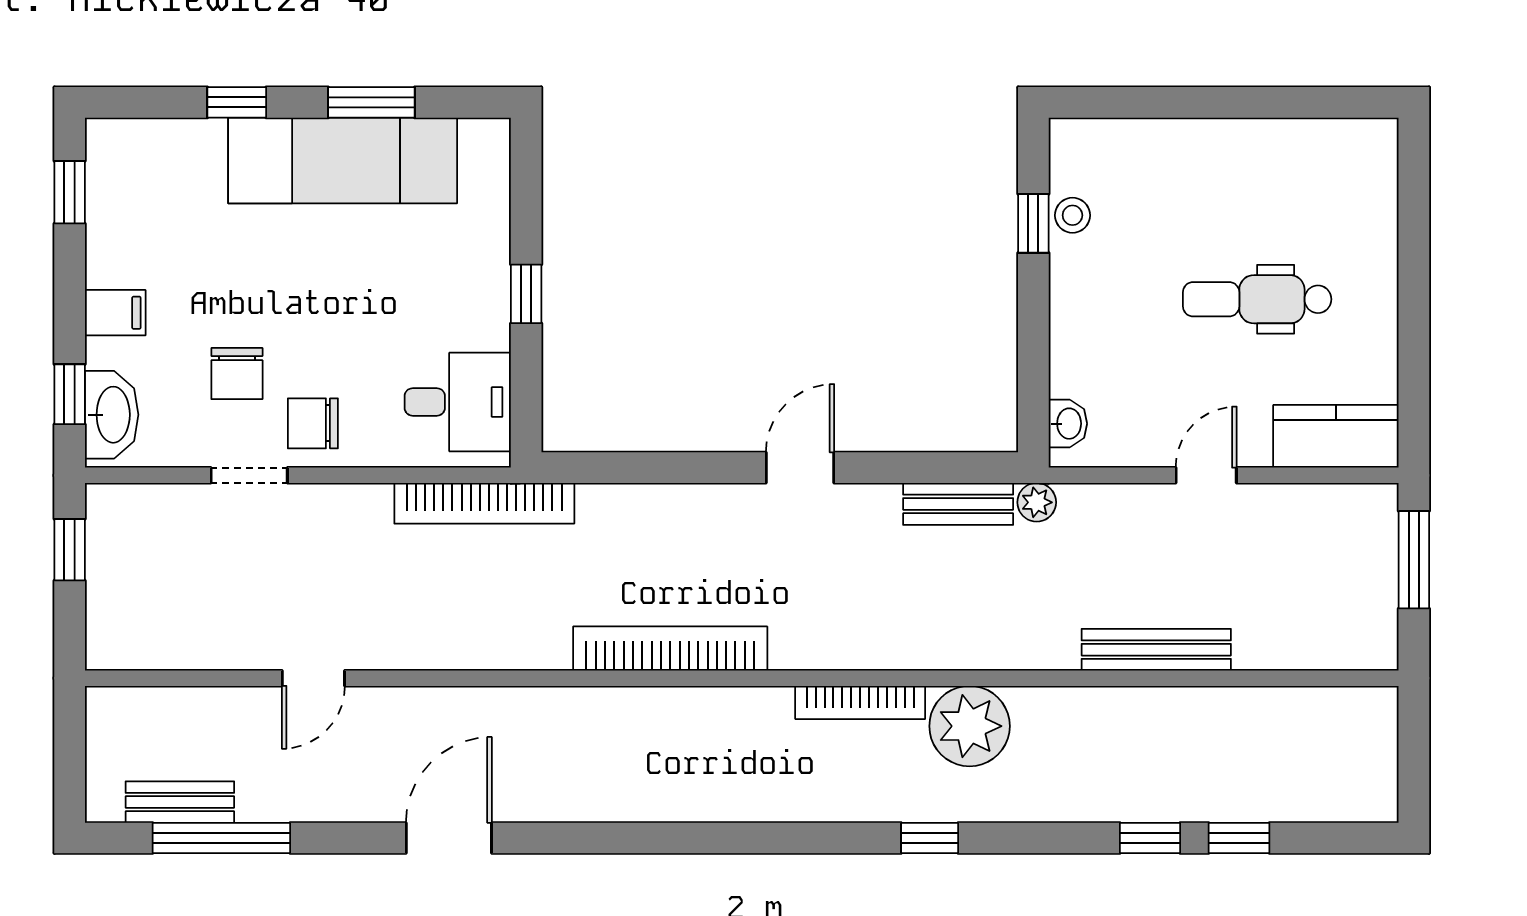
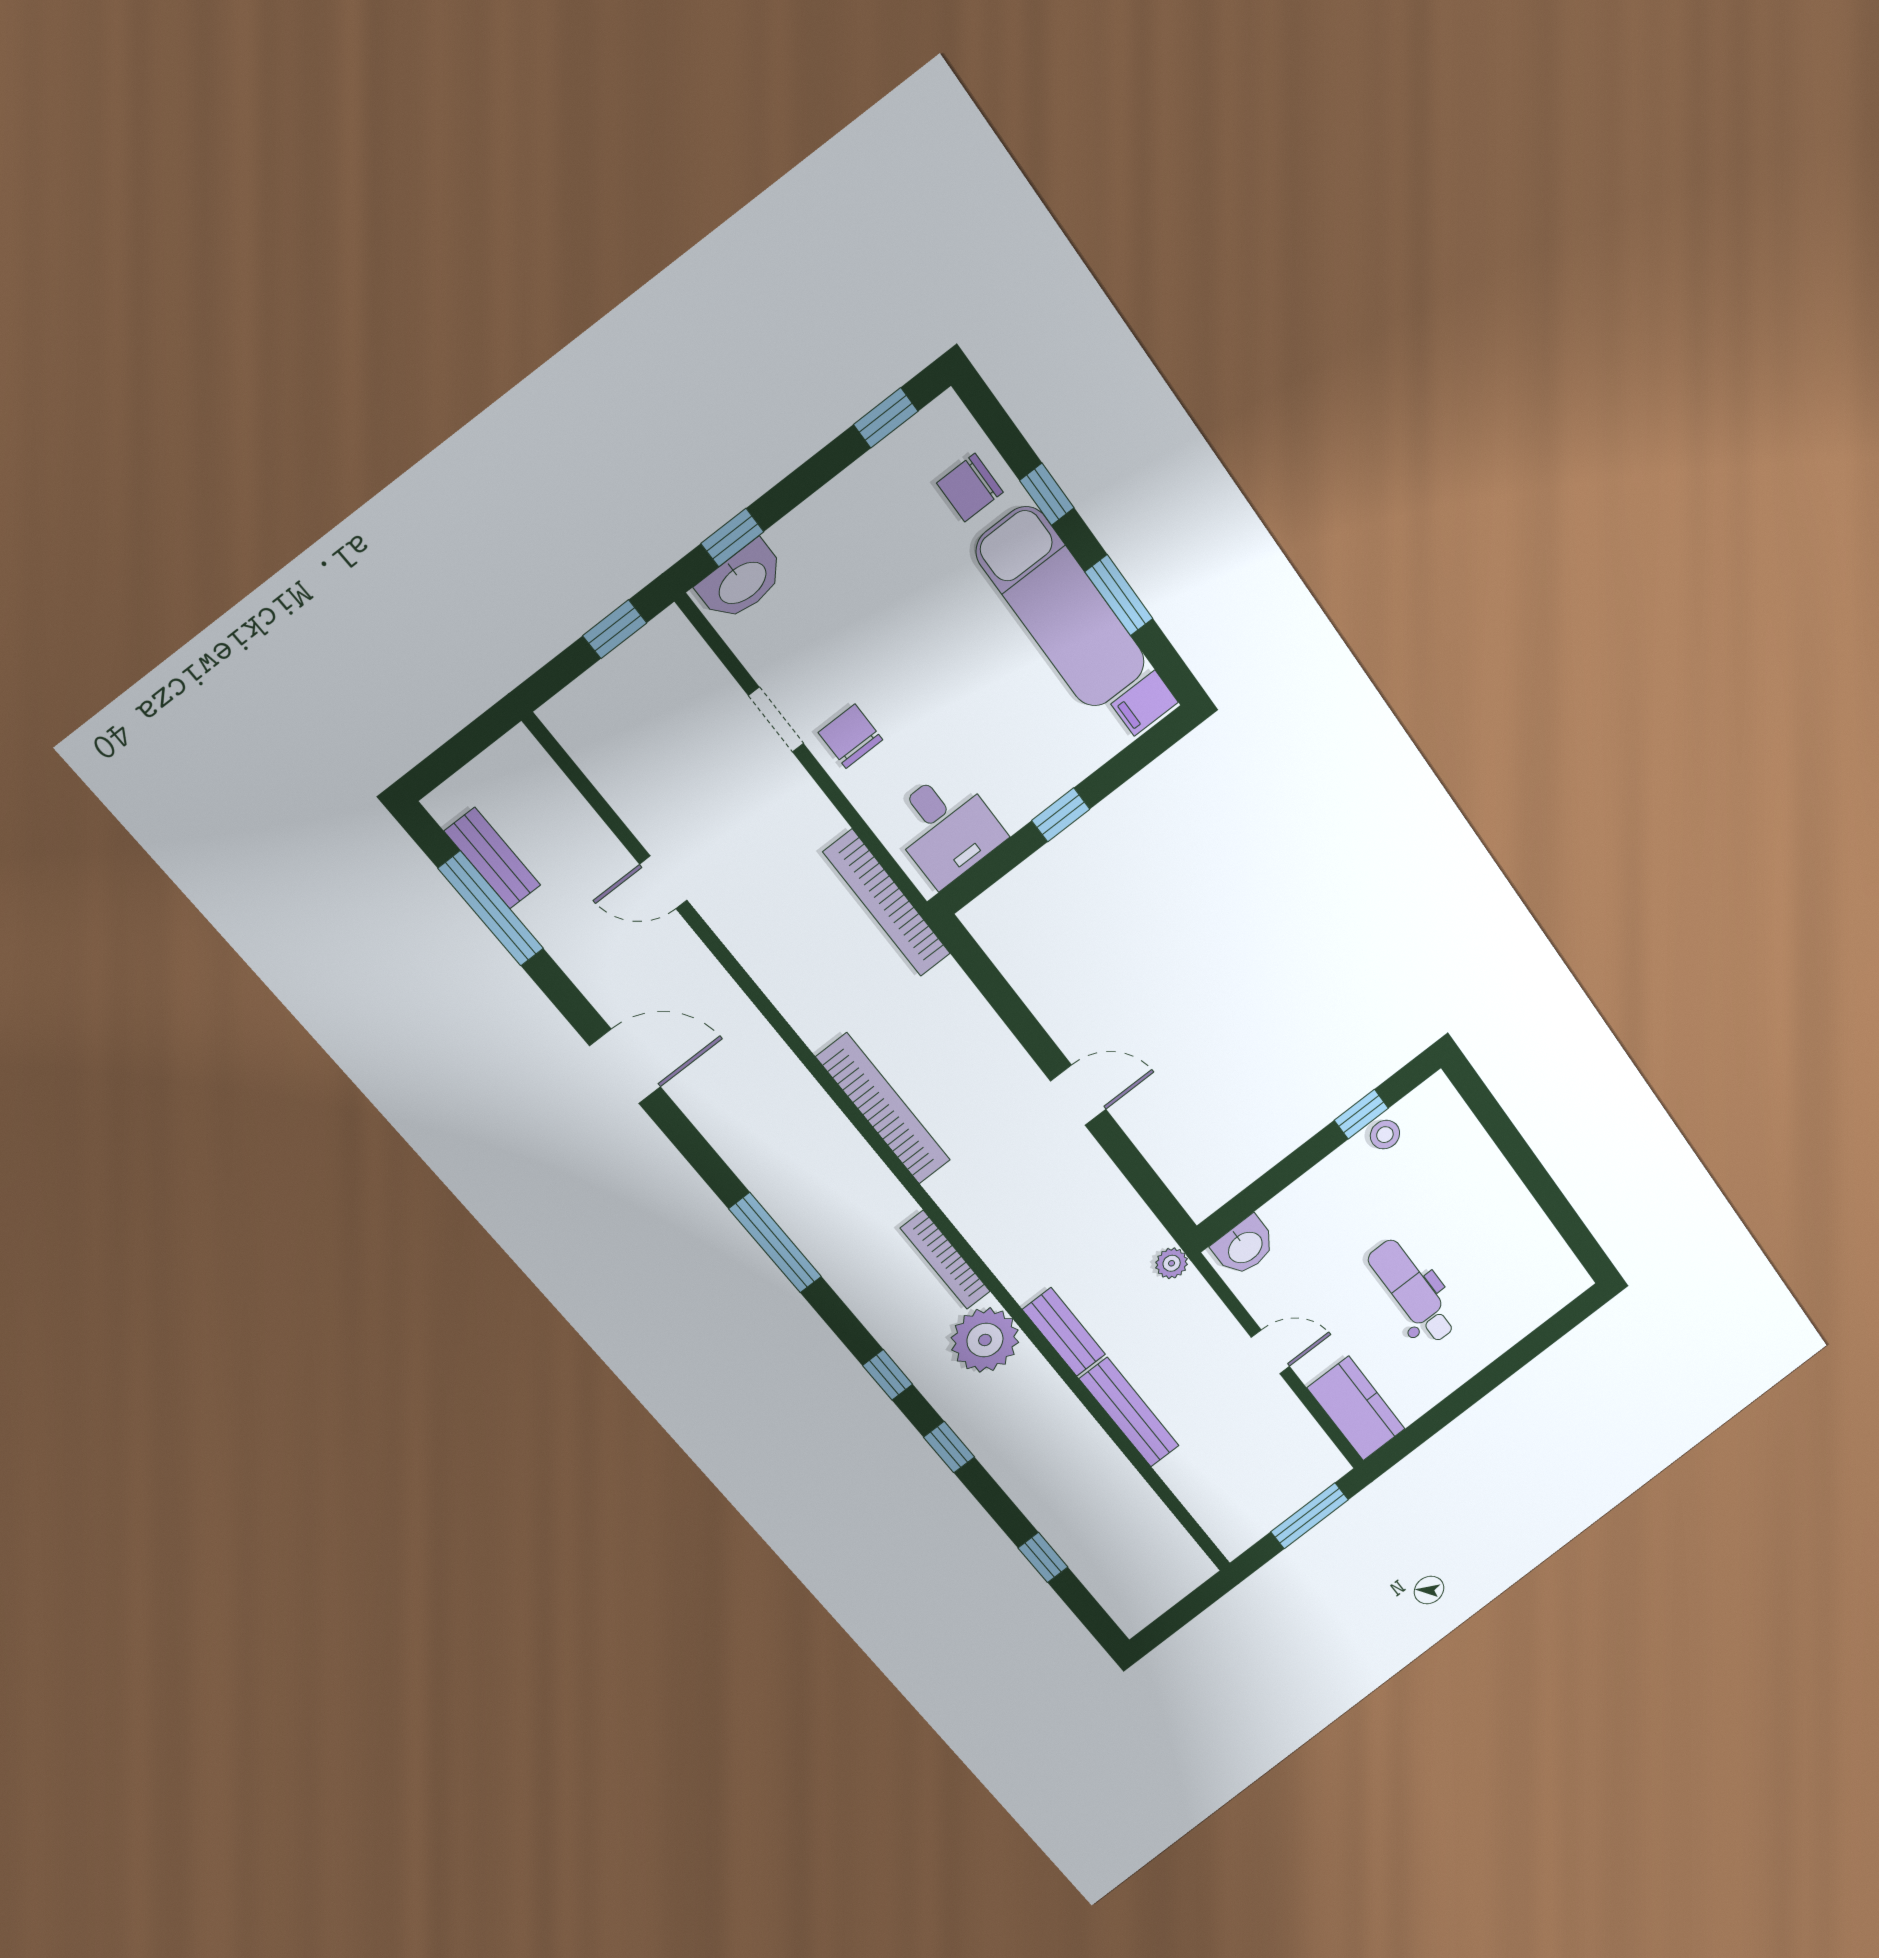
filing cabinet: (115, 313) -> (1145, 703), moved, turned 90
chair: (237, 374) -> (970, 488), moved
washbasin: (1068, 424) -> (1244, 1246), width x1.38, depth x1.45
bench: (958, 504) -> (1064, 1332), moved
window: (718, 838) -> (775, 1243), added
window: (1150, 838) -> (949, 1447), moved

